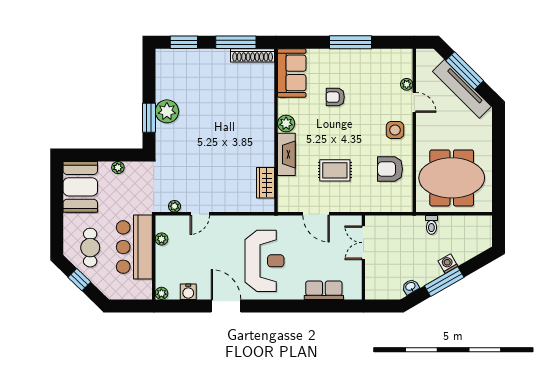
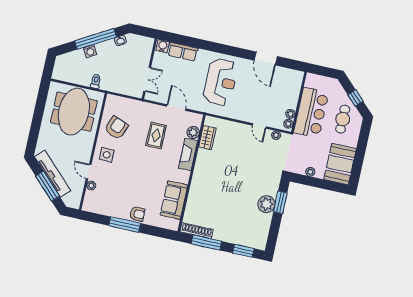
sofa: (292, 73) -> (174, 200), moved
armchair: (335, 97) -> (137, 214), moved
plant: (286, 123) -> (193, 132), moved
armchair: (390, 169) -> (116, 128), turned -69
rug: (335, 170) -> (156, 135), turned 90
meeting table: (452, 178) -> (74, 112), turned 90
door: (200, 214) -> (259, 126), swing flipped
reception desk: (265, 261) -> (220, 82), turned 180
window: (444, 282) -> (96, 39), width x1.46
water cooler: (188, 292) -> (163, 46), moved
plant: (161, 293) -> (288, 124), moved
door: (226, 306) -> (266, 58), moved

